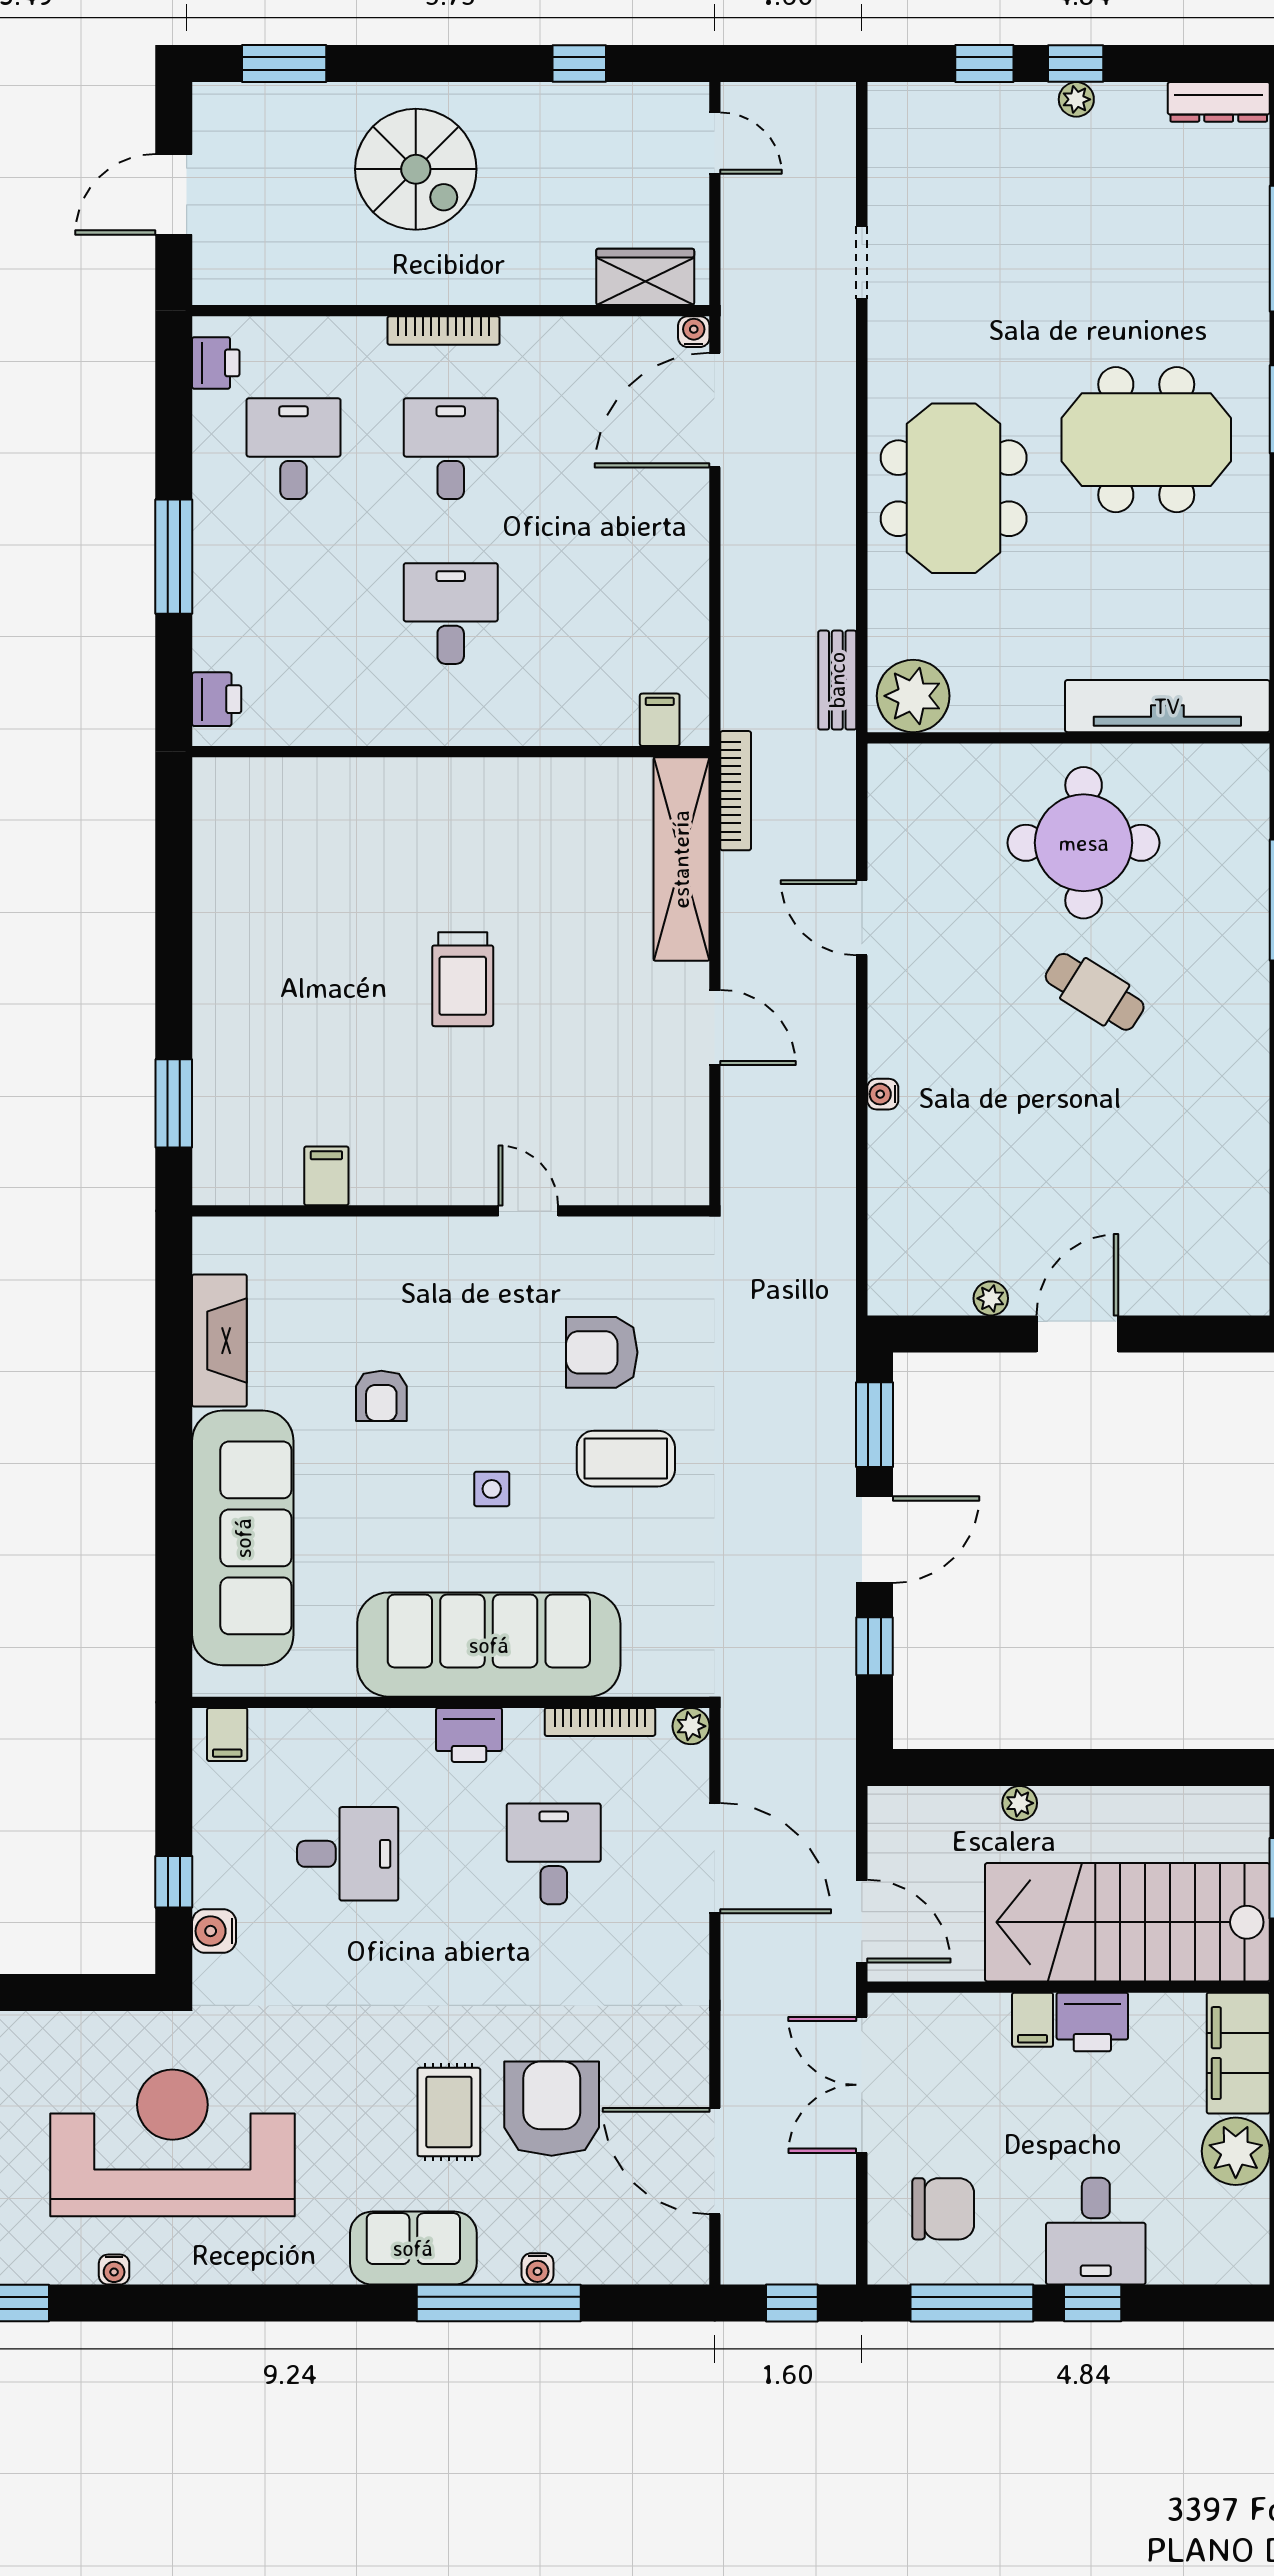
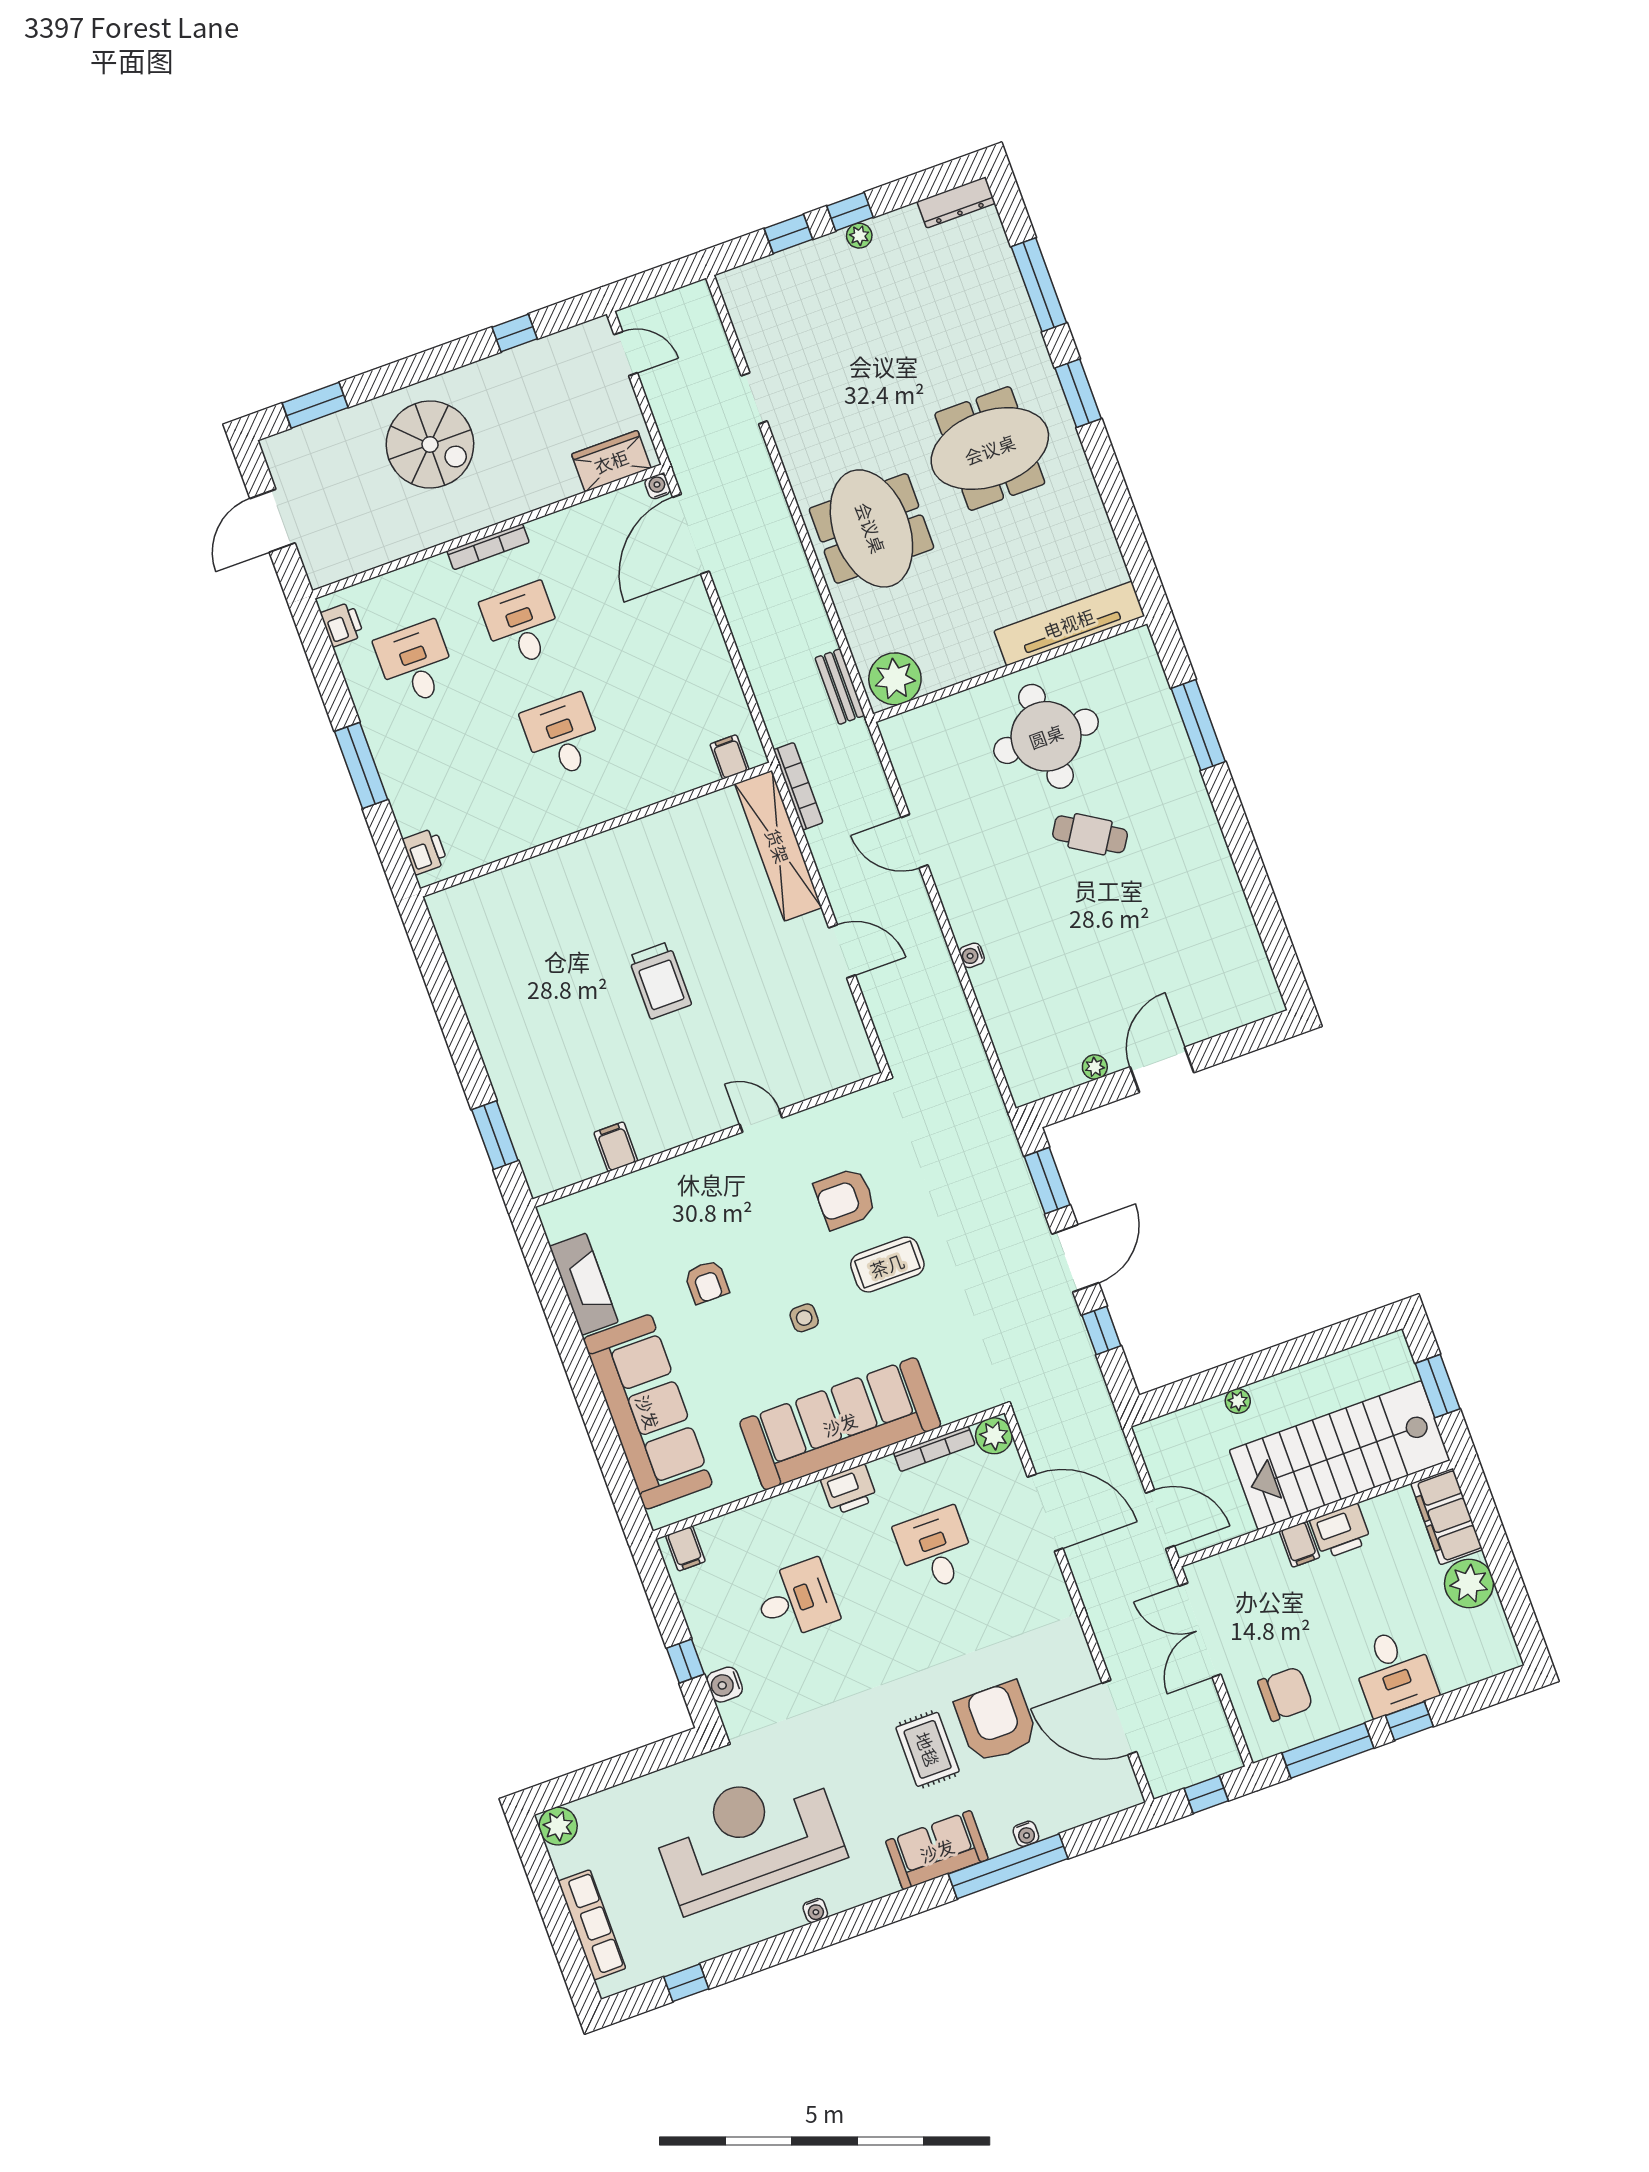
plant: (691, 1726) -> (994, 1436), width x1.38, depth x1.38
water cooler: (114, 2270) -> (815, 1911), moved

